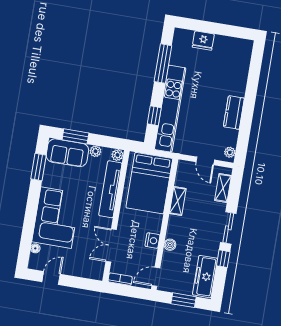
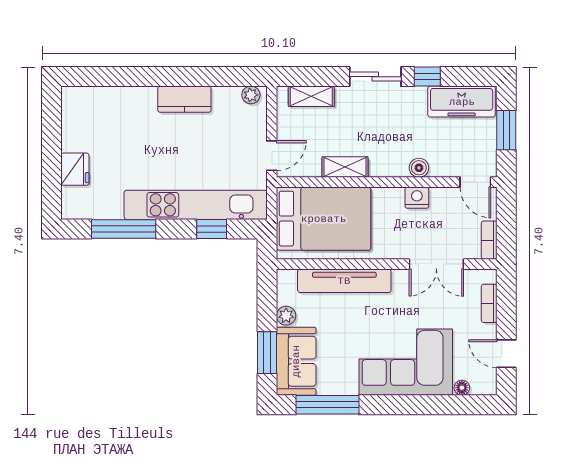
plant: (117, 155) -> (286, 279), removed
door: (205, 161) -> (272, 156), moved
window: (38, 167) -> (327, 405), width x1.44
bookcase: (83, 273) -> (489, 303), added

